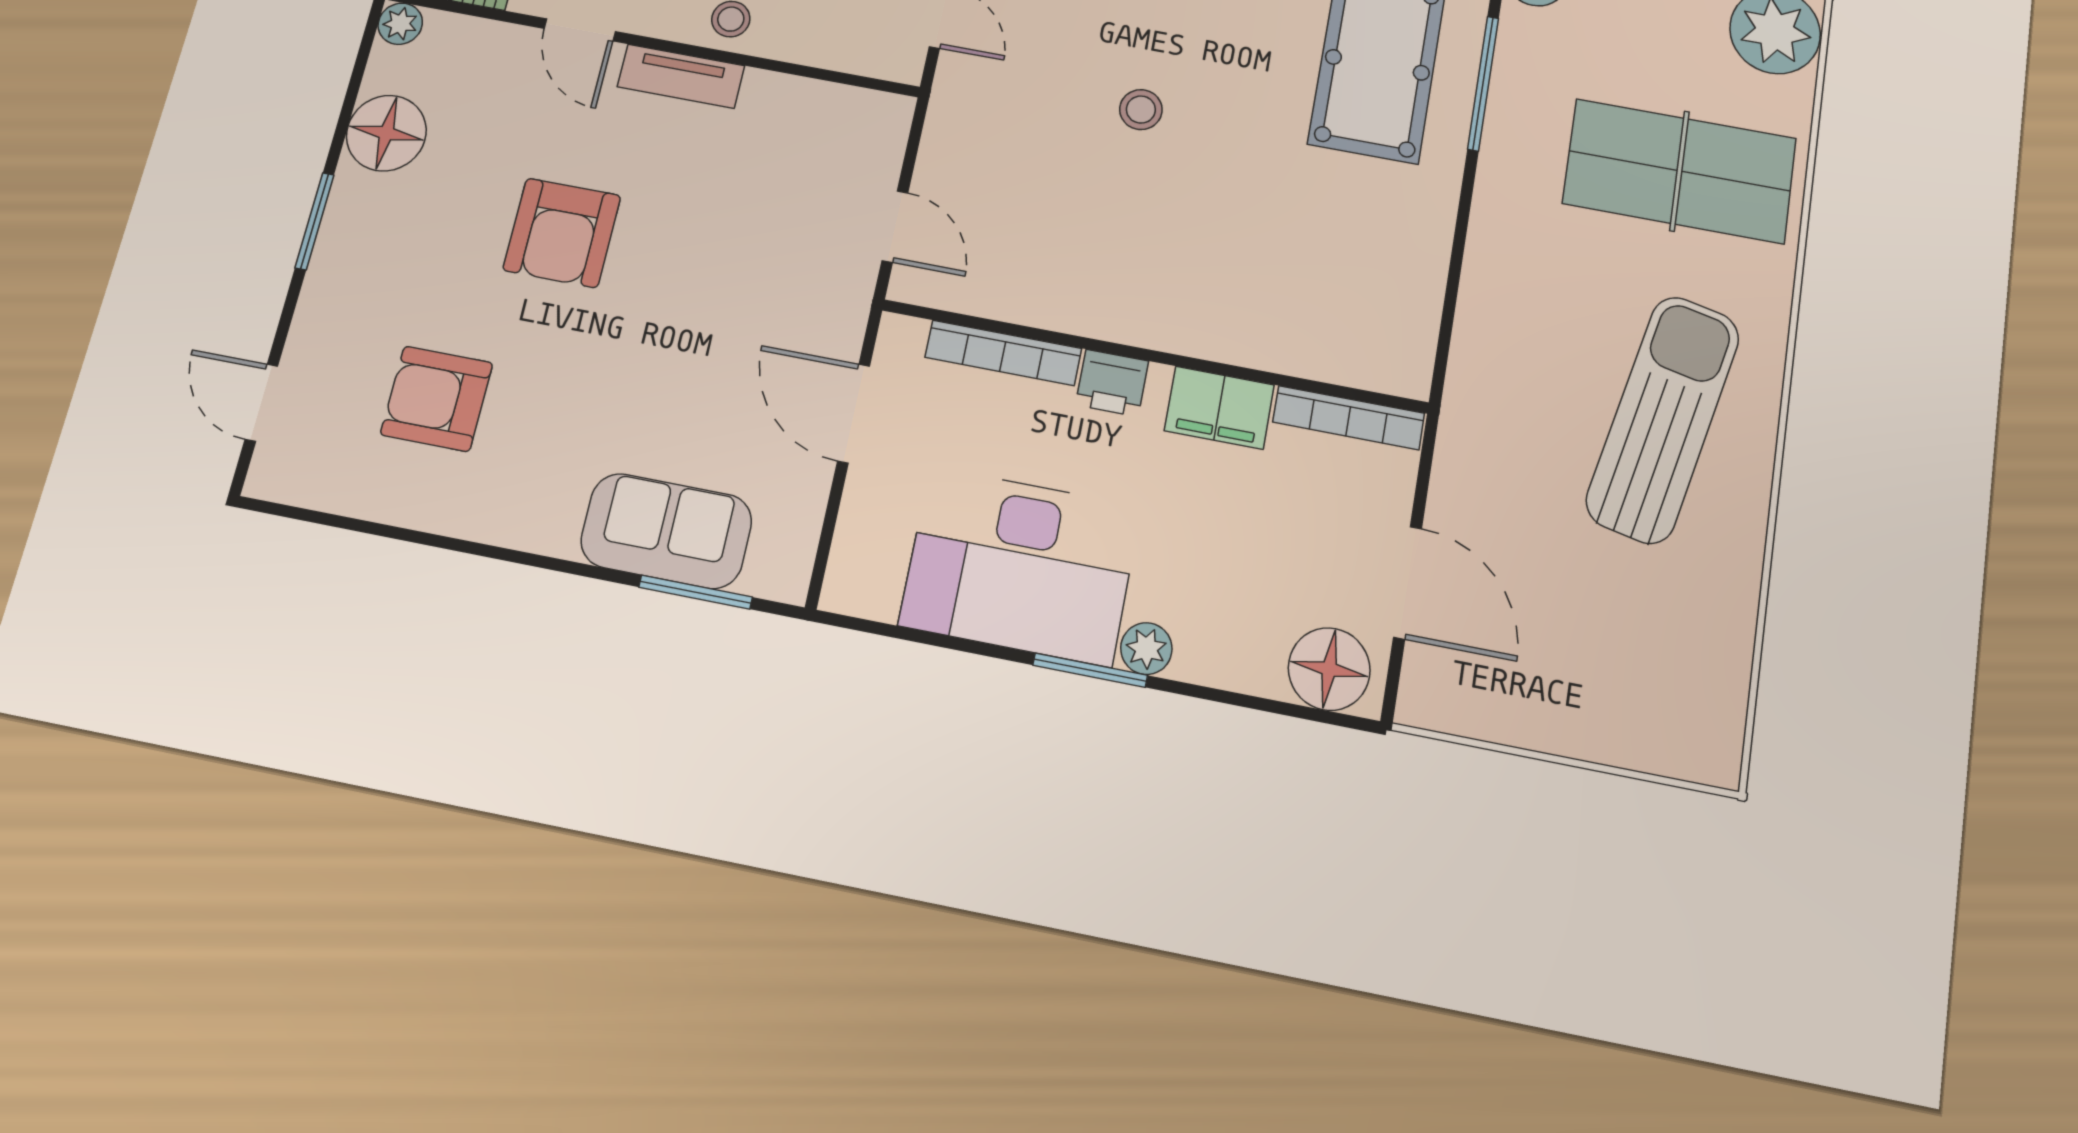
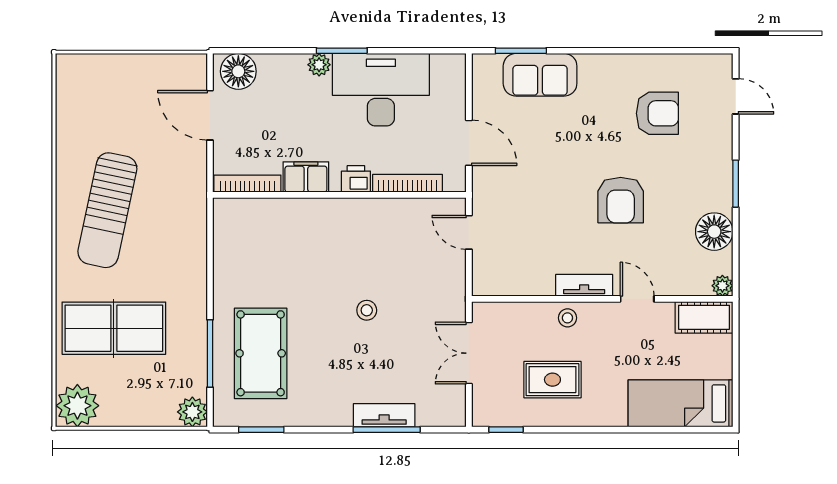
armchair: (562, 233) -> (621, 200), turned 180

